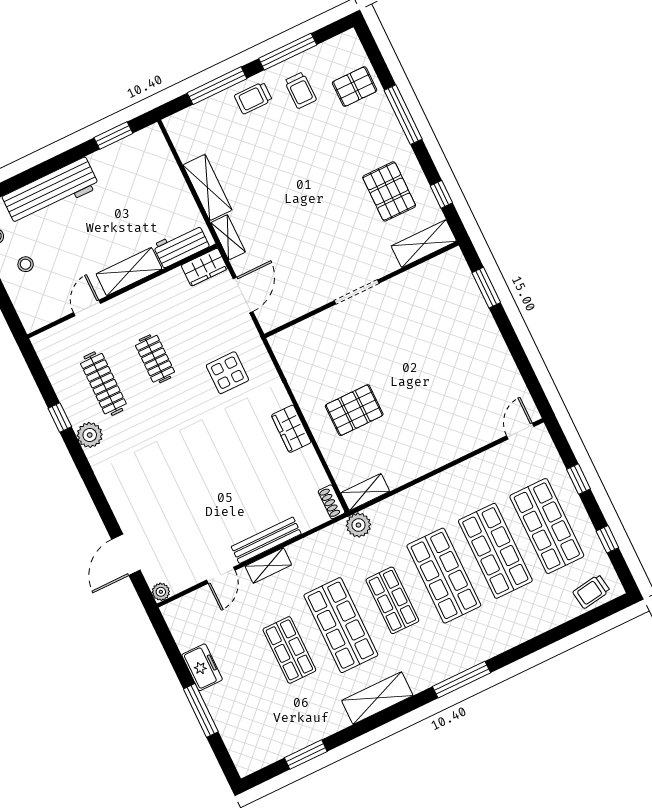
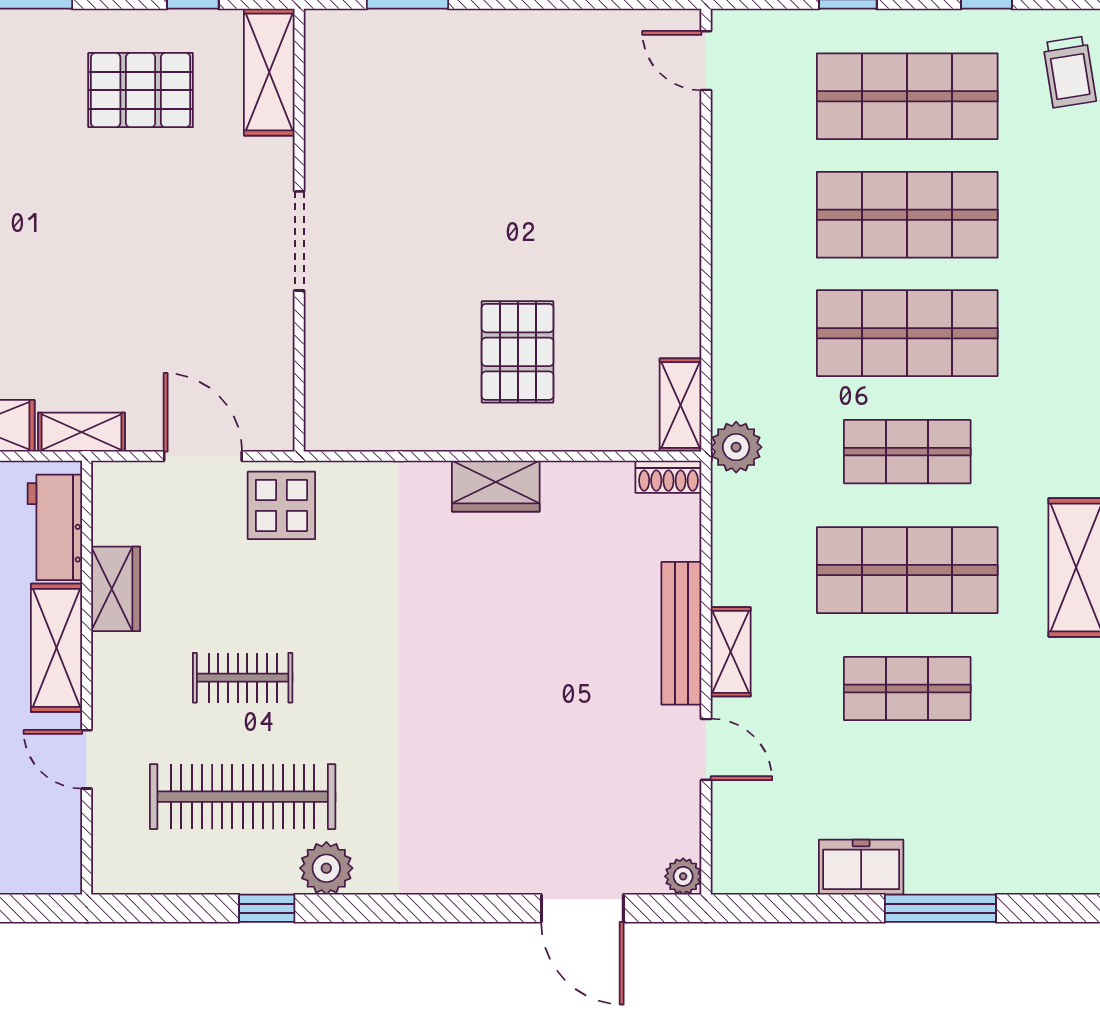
wardrobe: (204, 267) -> (116, 589), moved
display table: (227, 373) -> (281, 505), moved
clothes rail: (103, 384) -> (243, 797), width x1.37, depth x1.31

